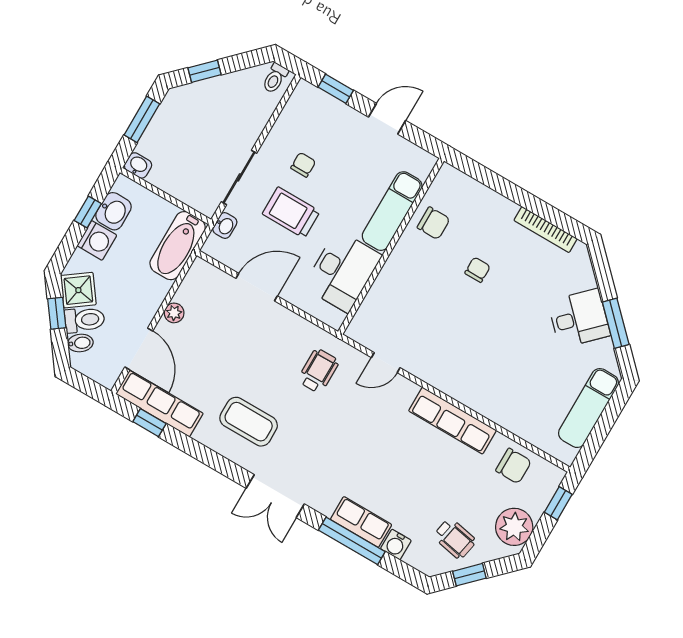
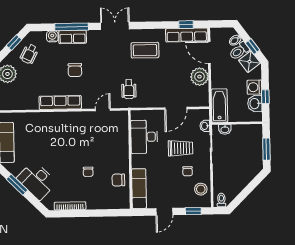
window: (205, 71) -> (253, 185), removed
stool: (299, 119) -> (201, 189), added
washbasin: (138, 165) -> (225, 129), moved
exam couch: (392, 211) -> (139, 189), moved
plant: (174, 313) -> (199, 77), width x1.88, depth x1.88
desk: (579, 318) -> (37, 180), width x1.37
chair: (514, 466) -> (75, 70), moved, turned -90
wheelchair: (455, 539) -> (29, 54), turned -74

